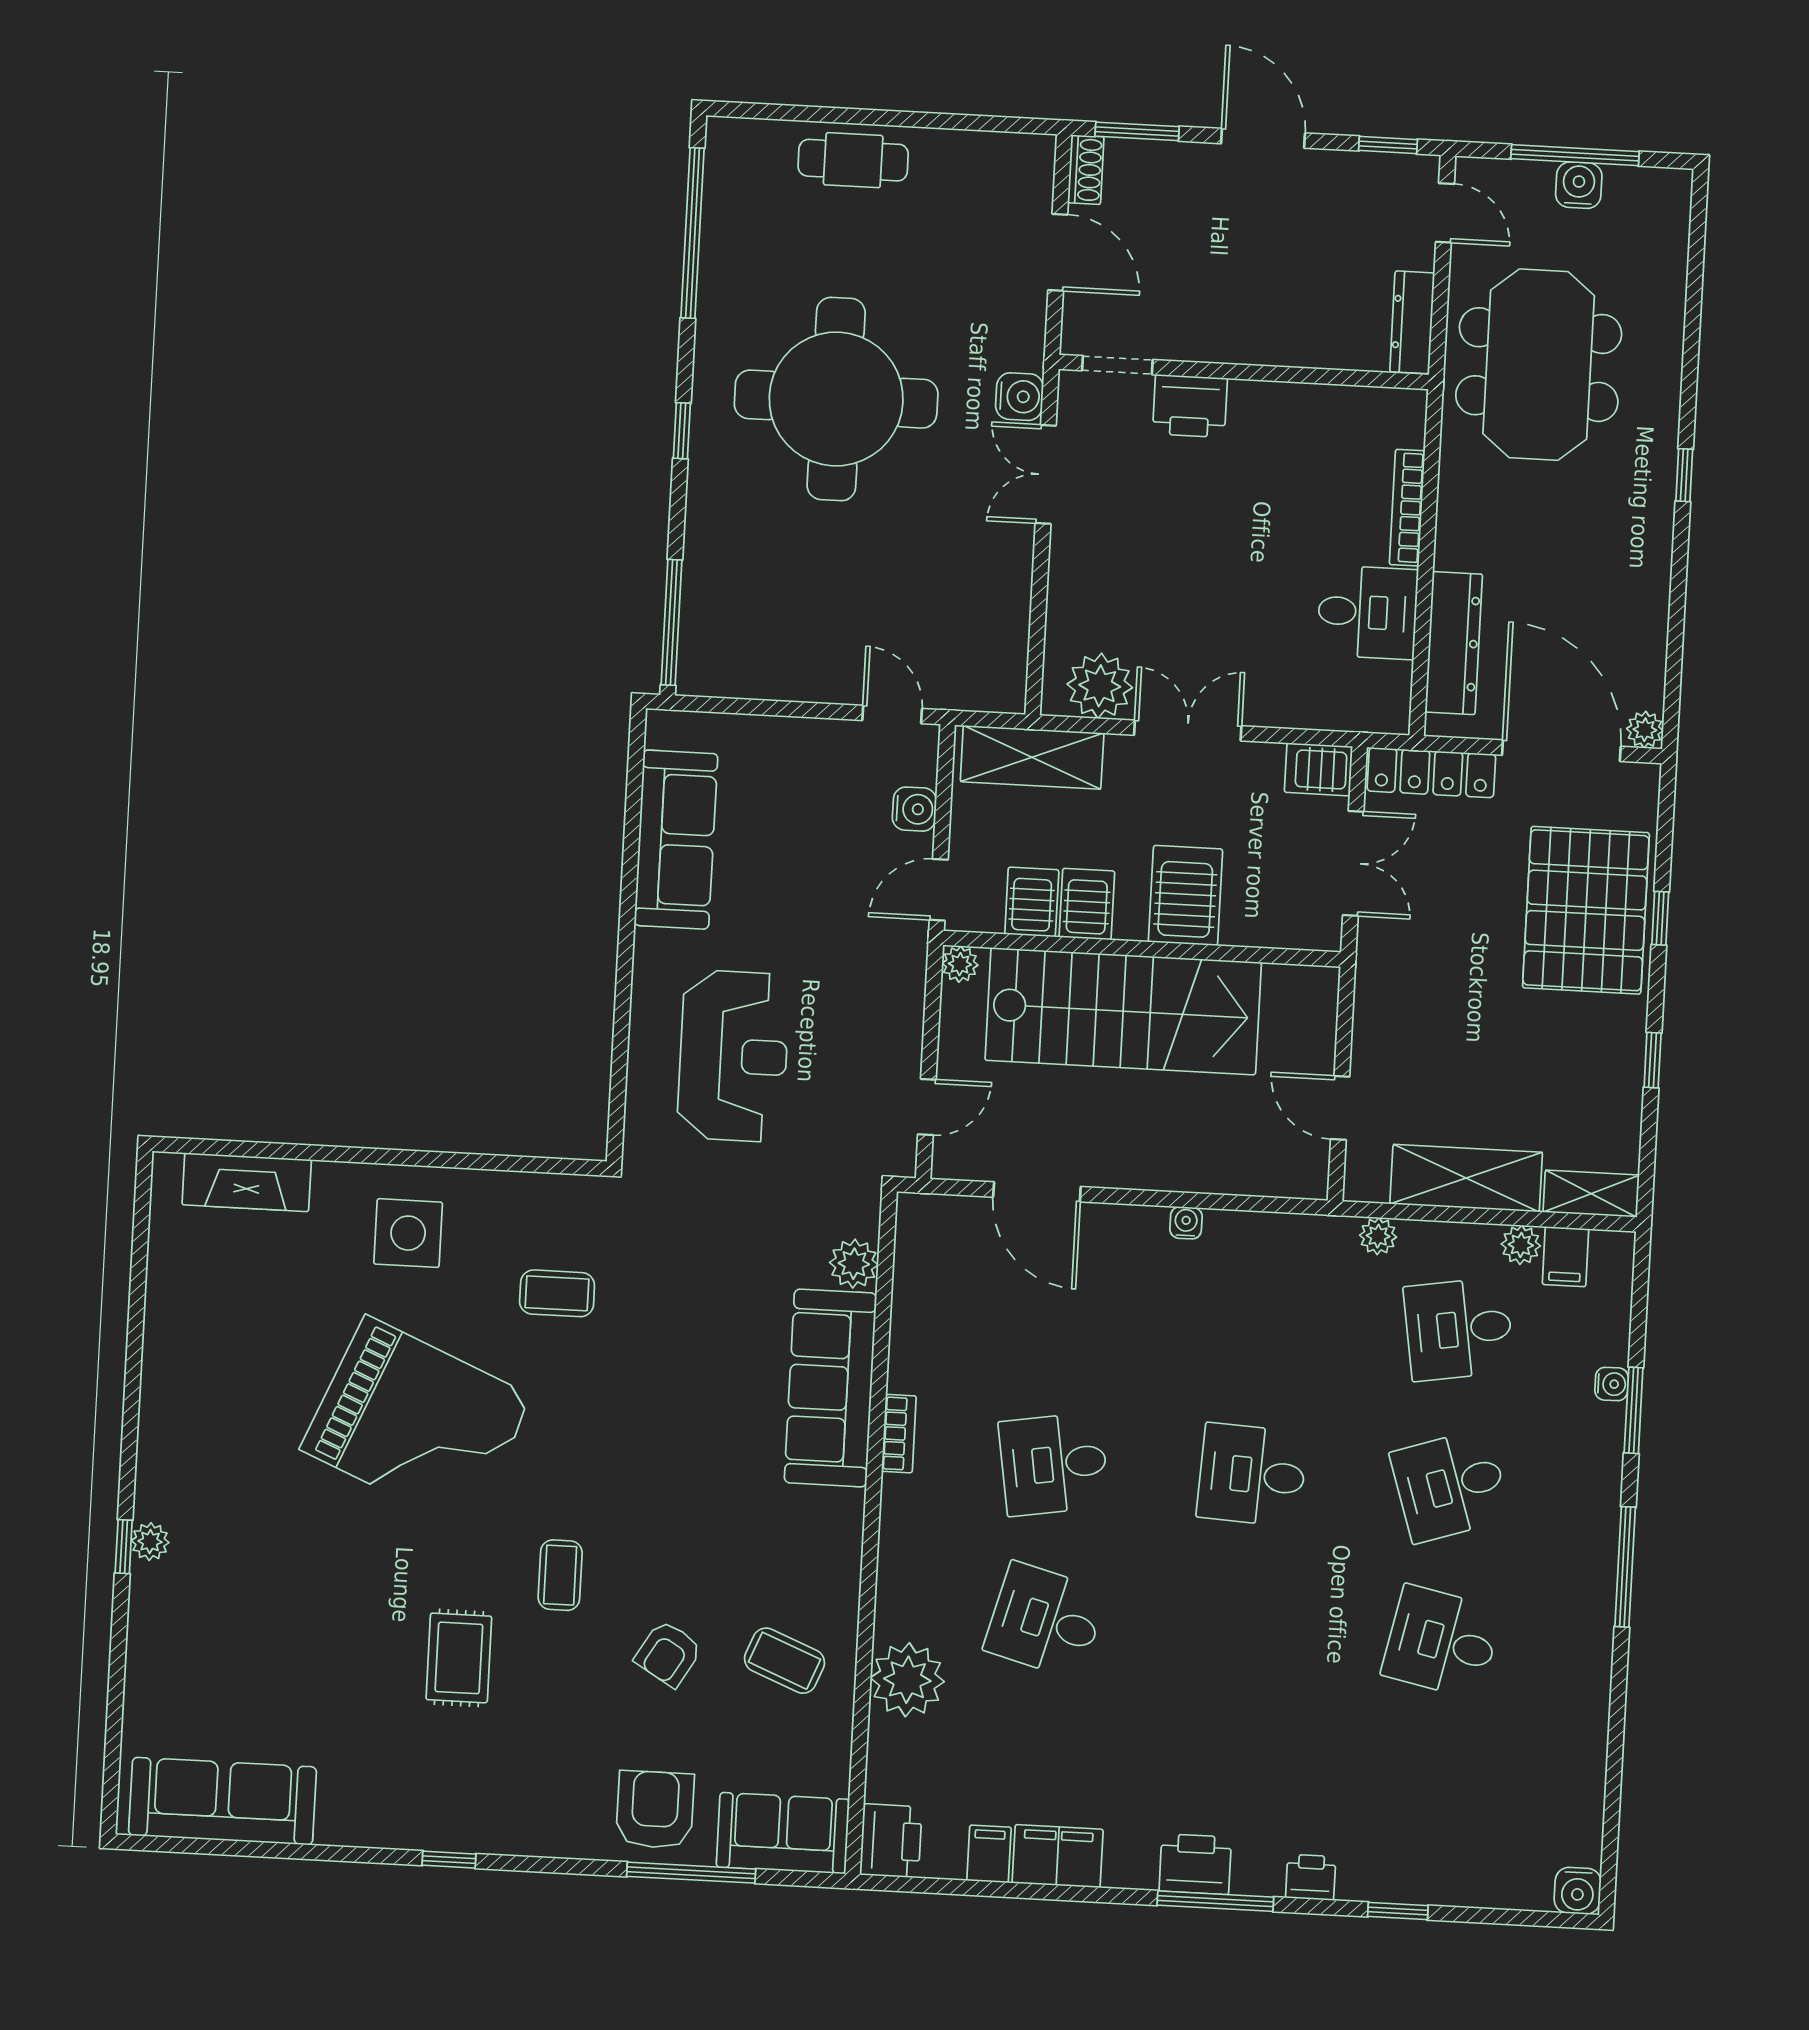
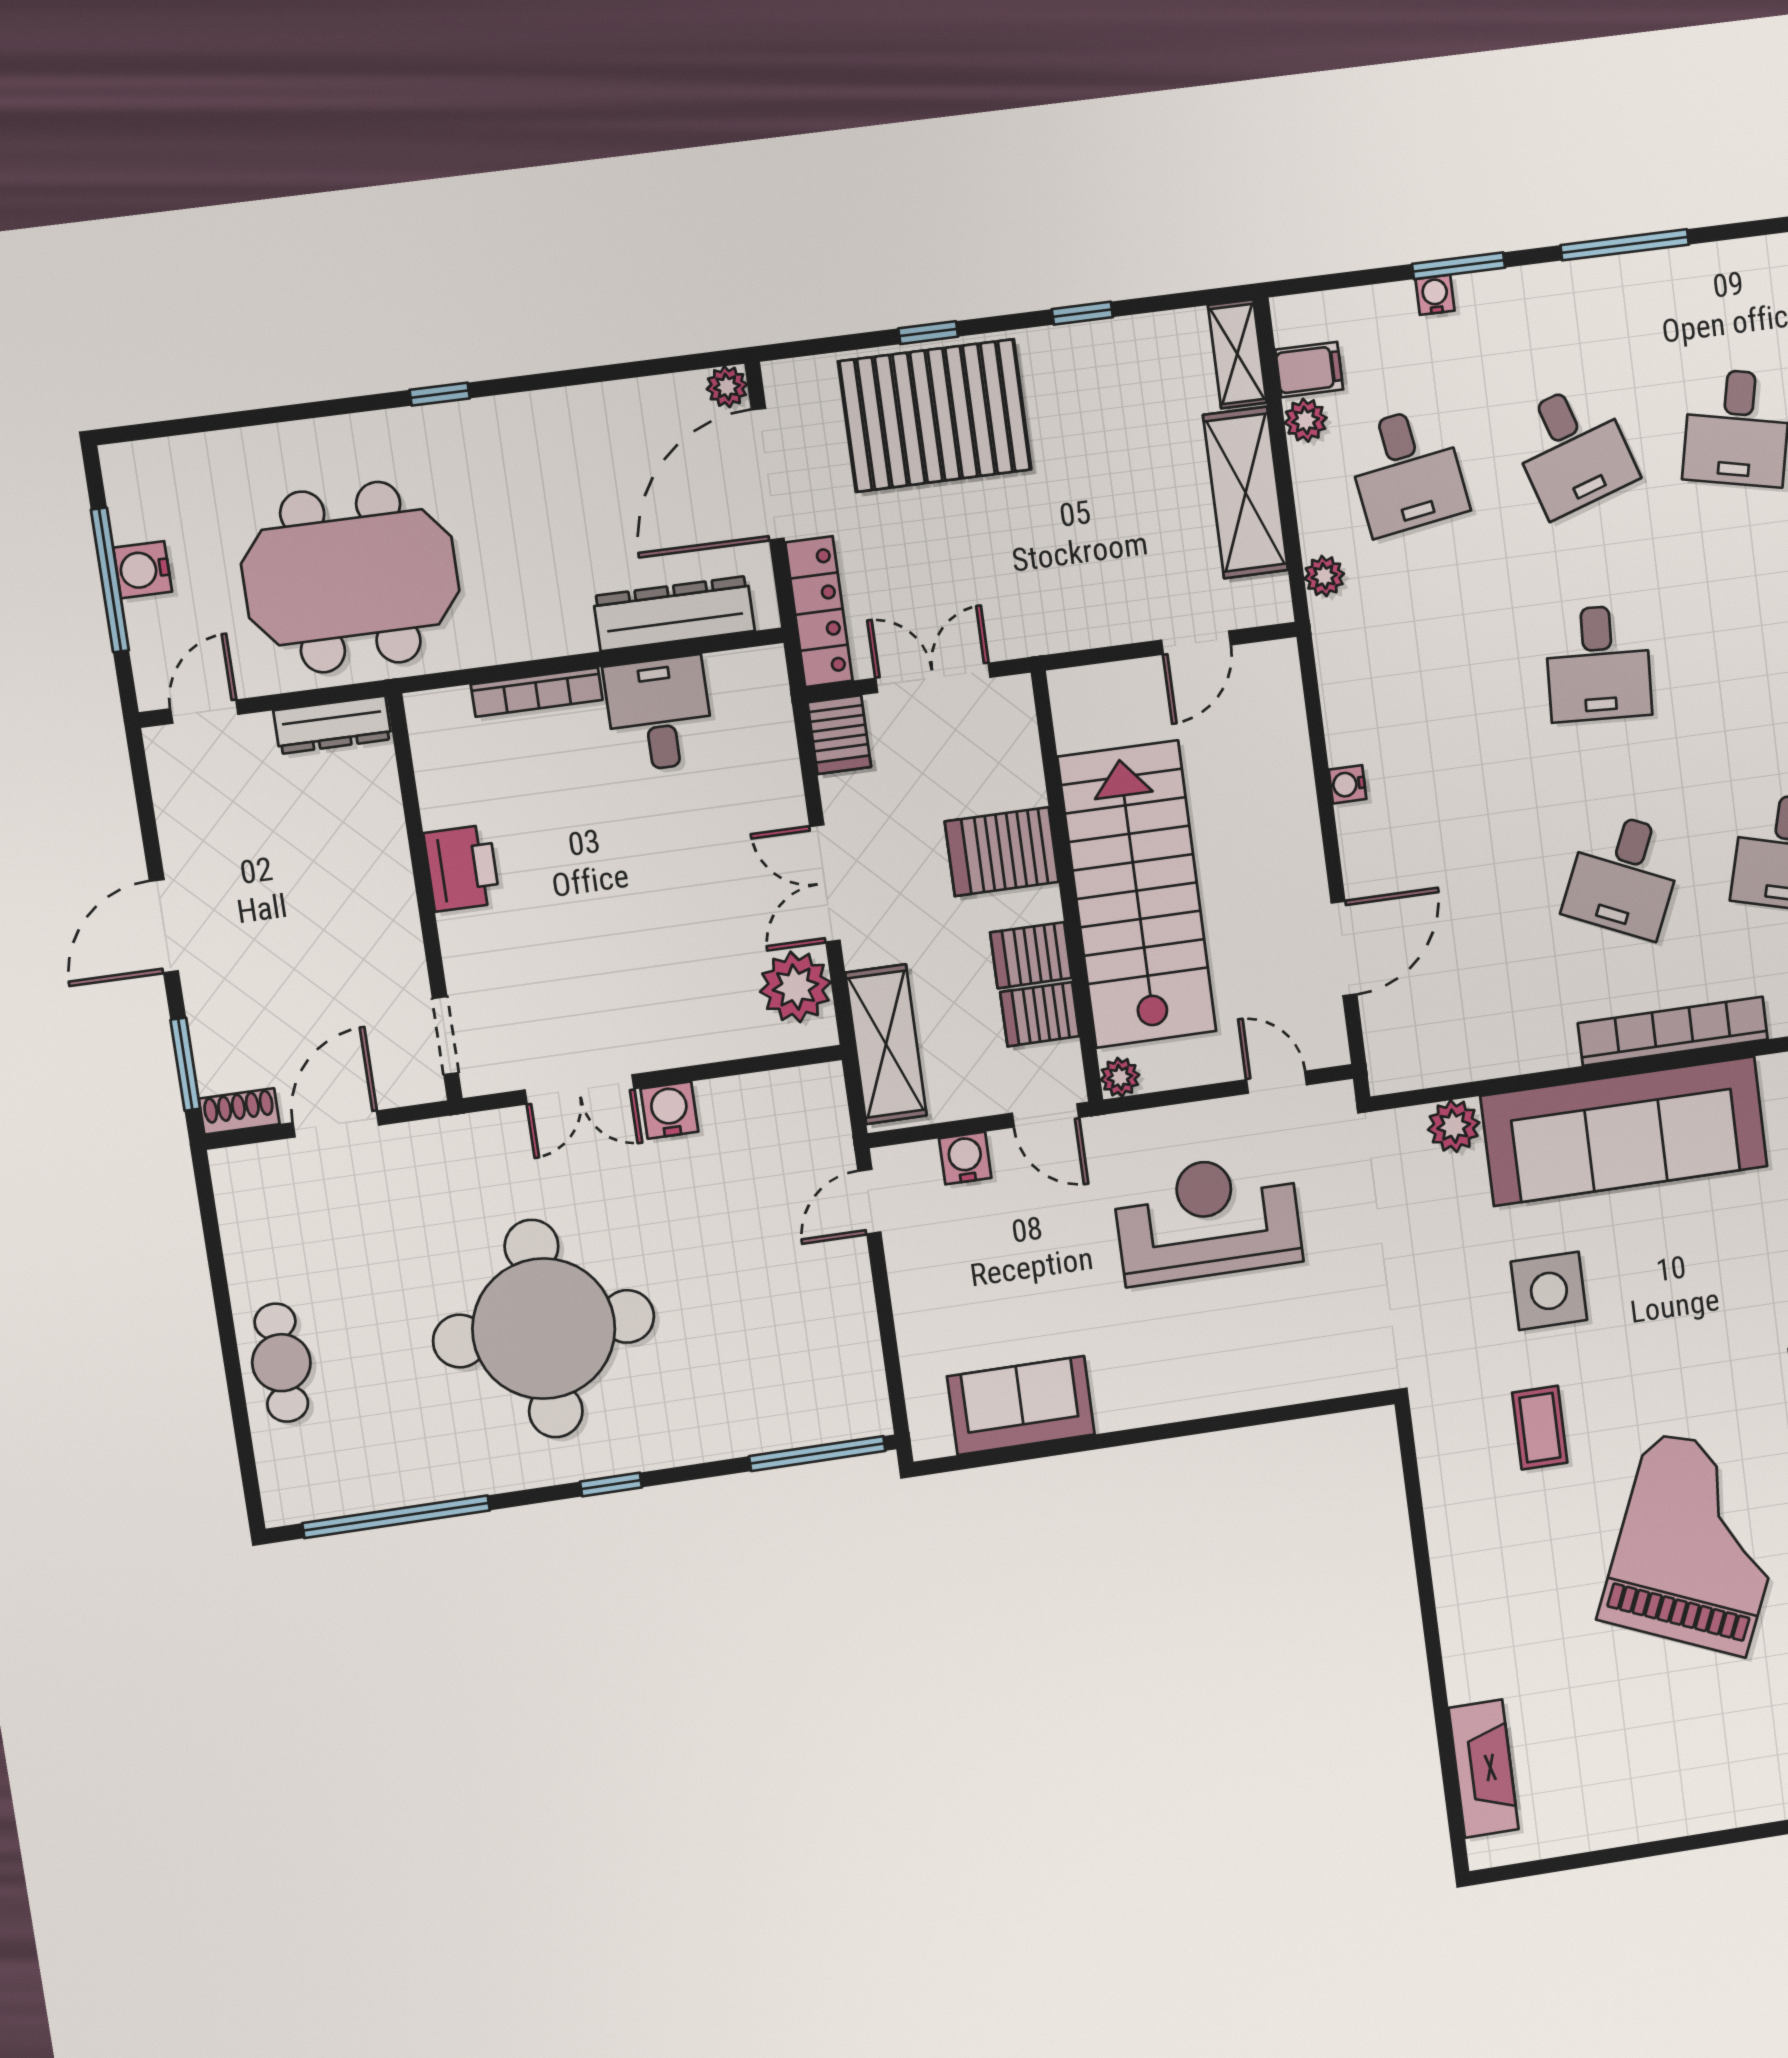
window: (1388, 145) -> (142, 788), removed
water cooler: (1019, 397) -> (669, 1110), moved
printer: (1190, 406) -> (462, 868), moved
sofa: (676, 840) -> (1021, 1405), width x0.73
reception desk: (733, 1056) -> (1208, 1218), moved
side table: (408, 1233) -> (1549, 1291), moved
sofa: (830, 1388) -> (1624, 1131), width x1.36, depth x1.27
bookcase: (899, 1434) -> (1673, 1031), width x2.31, depth x1.31
desk: (1054, 1464) -> (1624, 875), turned 33

